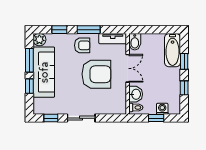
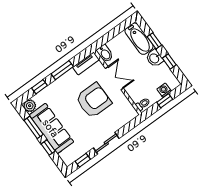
armchair: (82, 45) -> (66, 86), removed
washbasin: (136, 94) -> (155, 58), moved, turned 180

